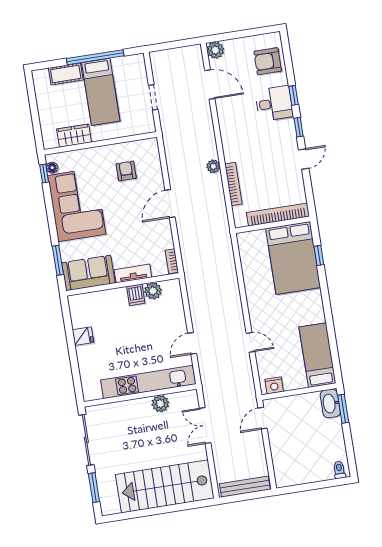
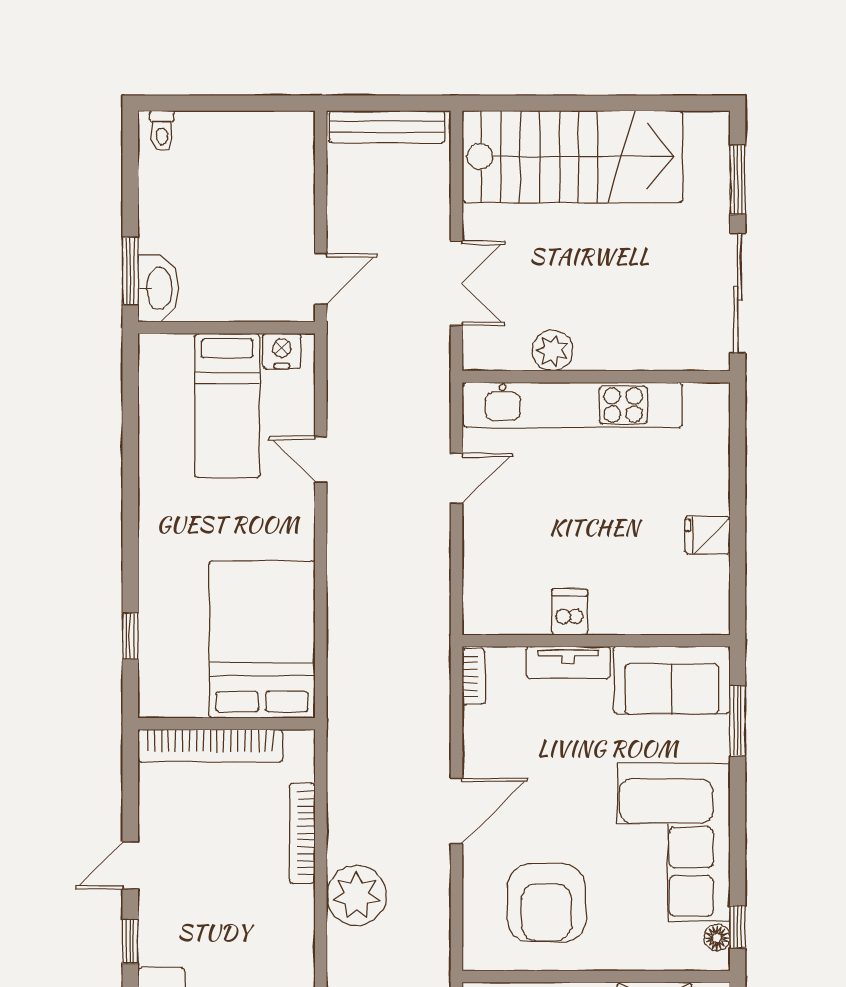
plant: (213, 166) -> (356, 895), width x1.88, depth x1.88
armchair: (126, 171) -> (547, 903), width x1.88, depth x1.88
bed: (293, 258) -> (262, 639), moved
plant: (153, 291) -> (528, 615), removed
bed: (317, 355) -> (227, 405), moved

